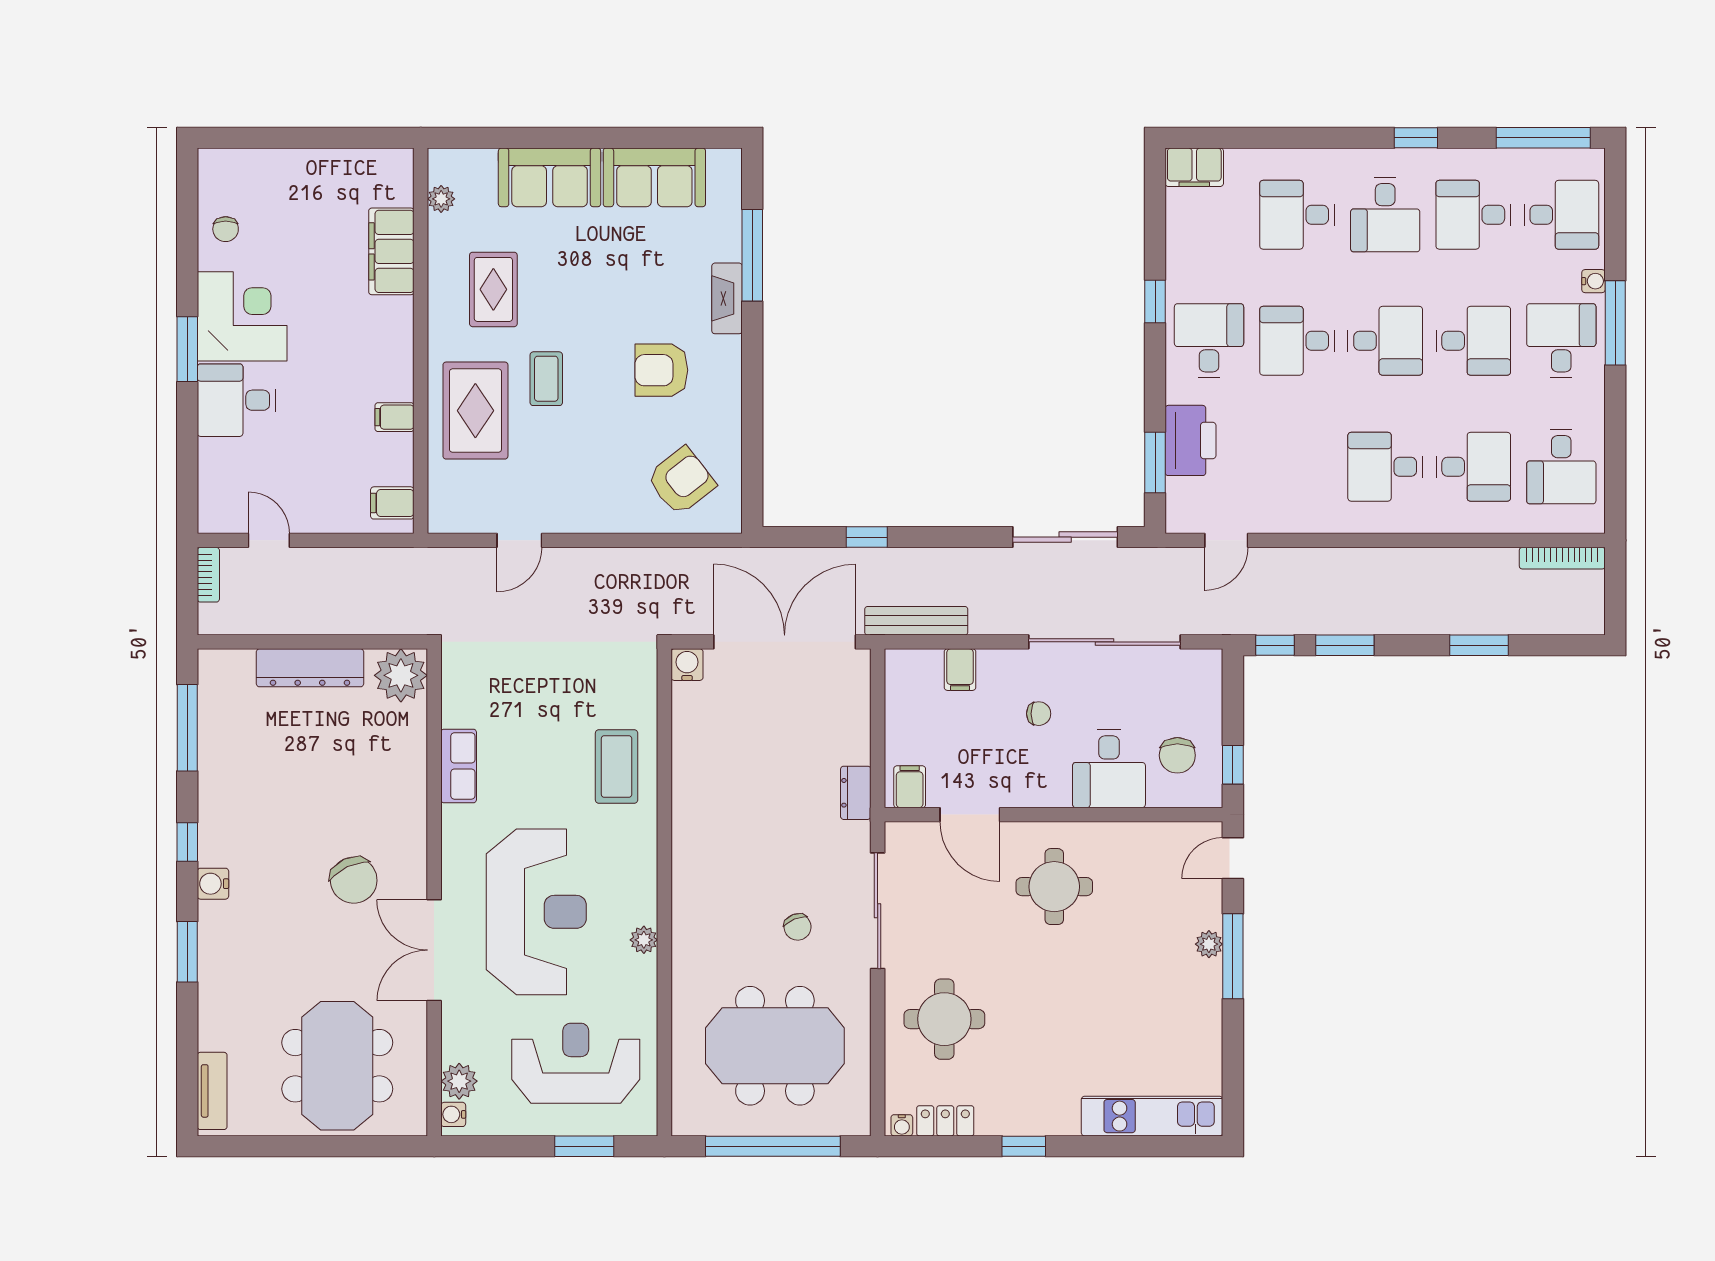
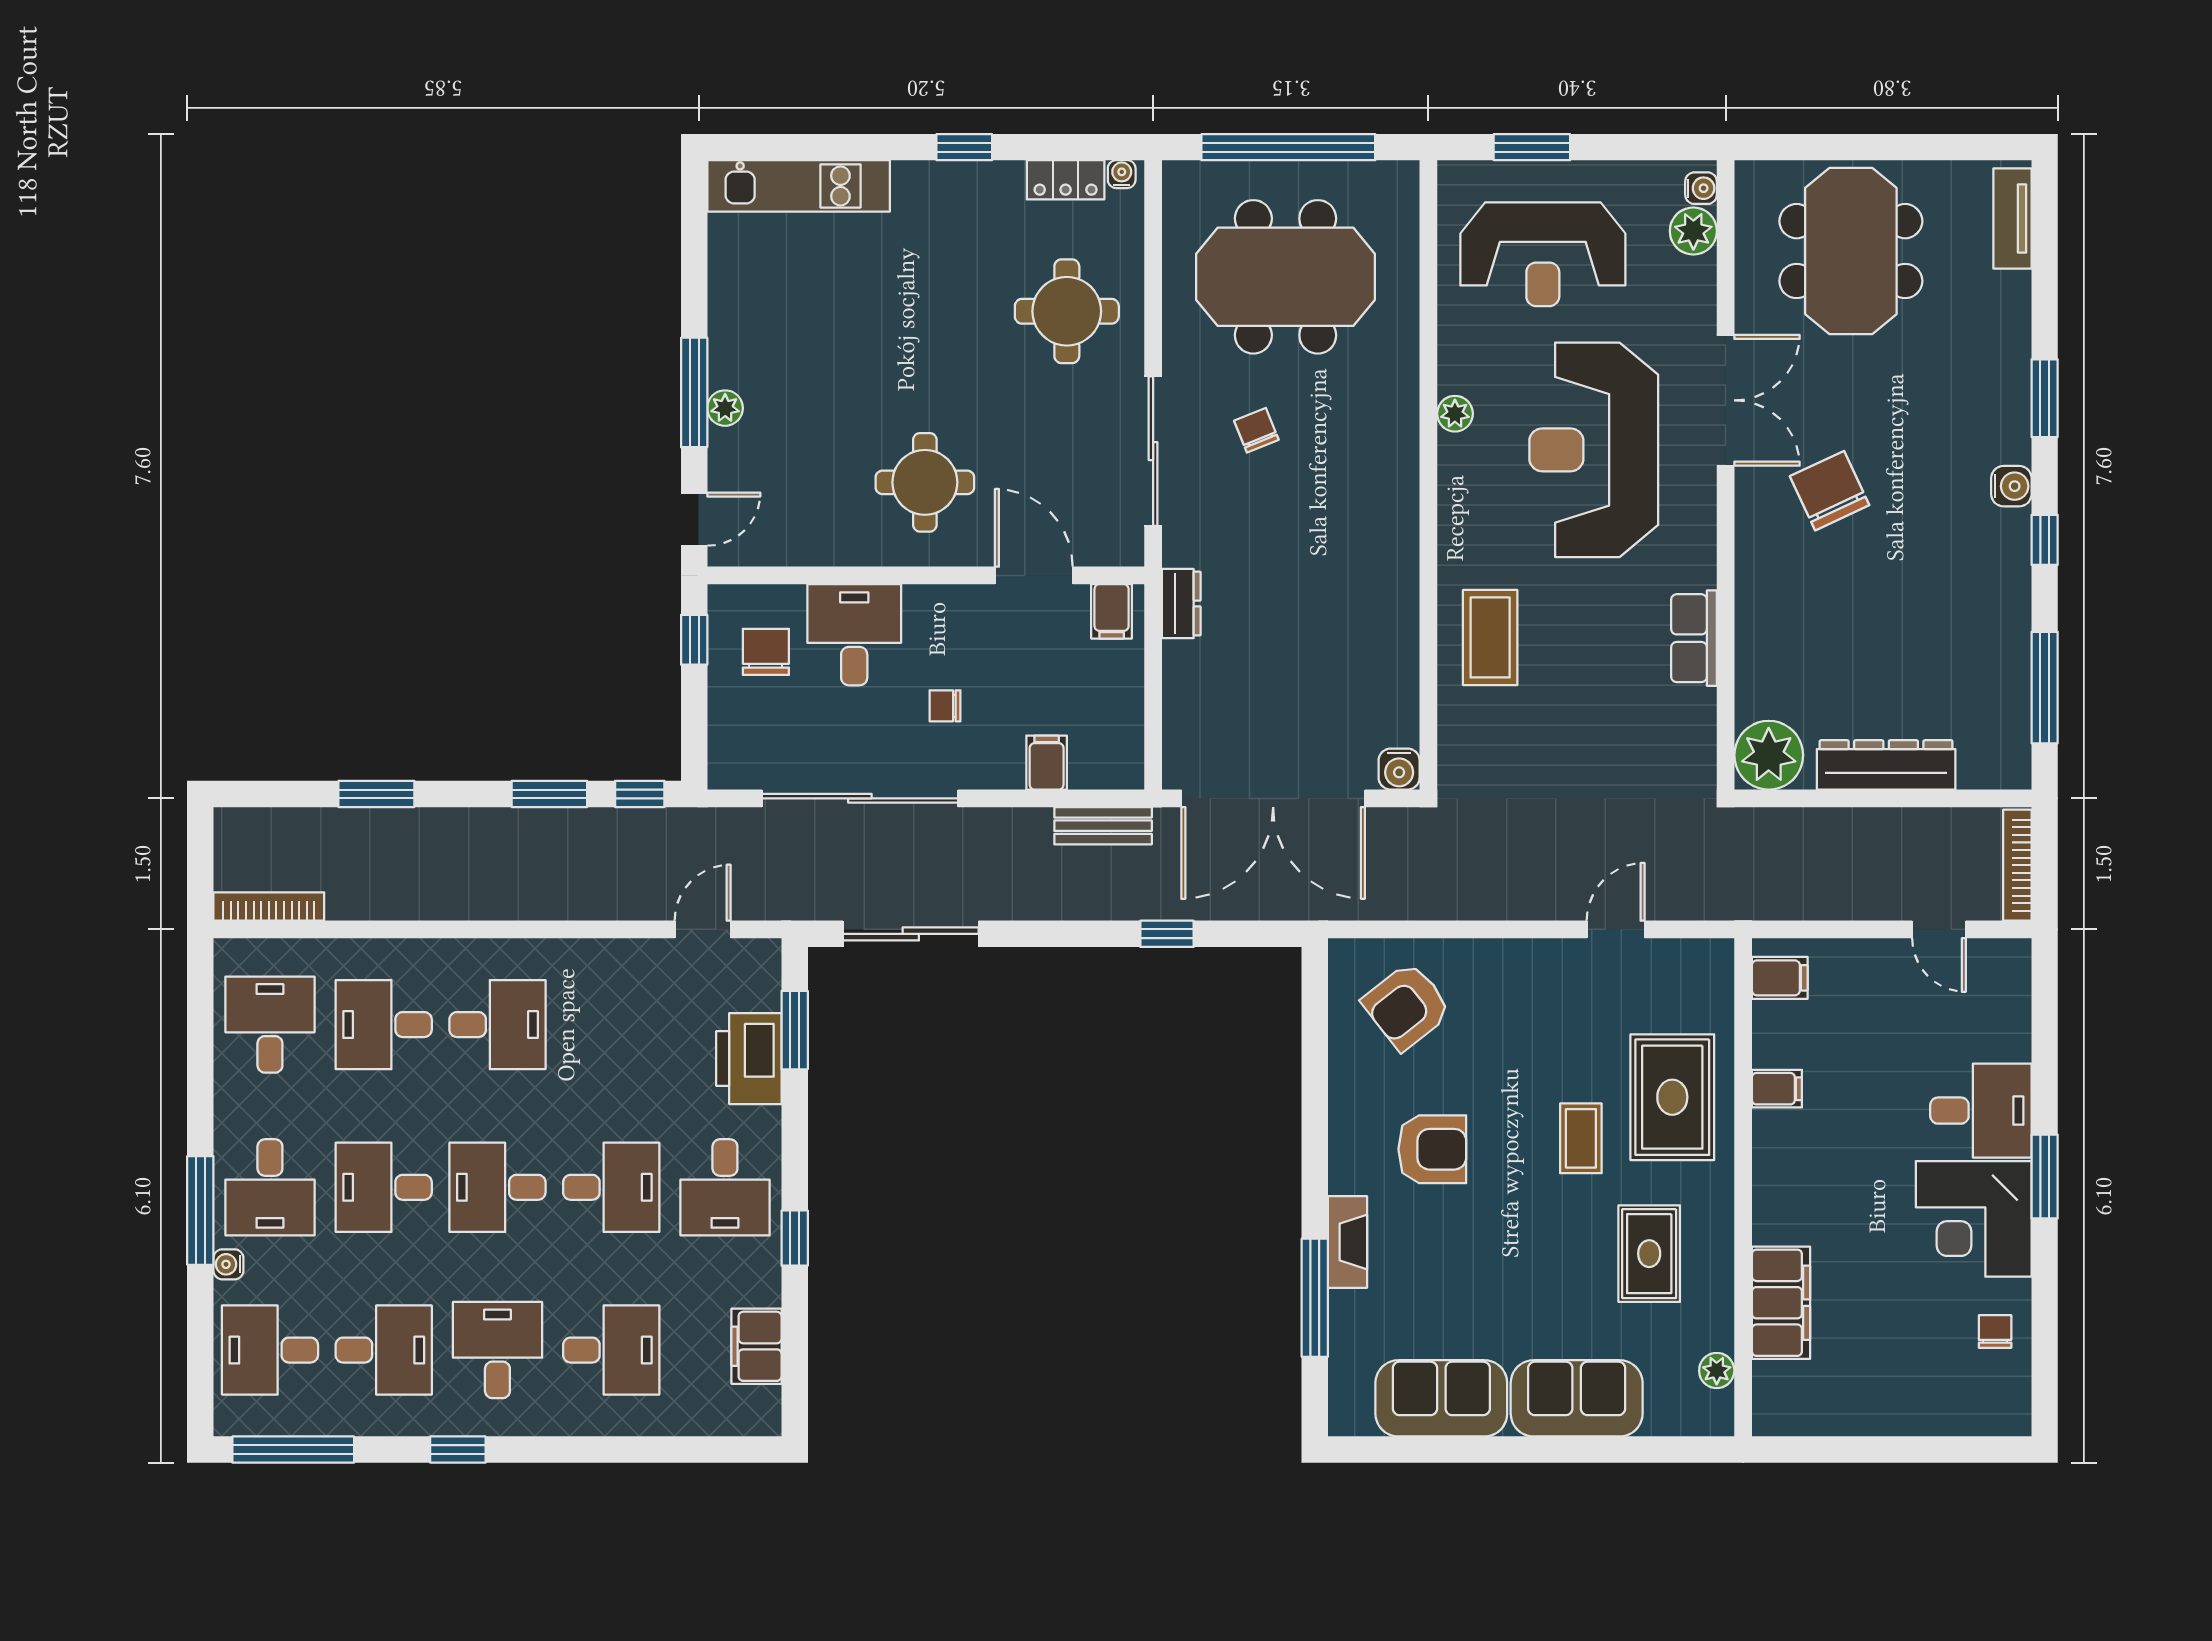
filing cabinet: (1194, 167) -> (757, 1346), moved, turned -90
bookcase: (208, 575) -> (2017, 865), width x1.56
bench: (916, 621) -> (1103, 826), width x0.73

